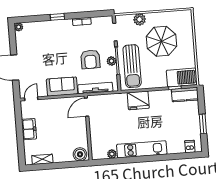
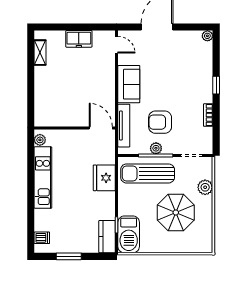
door: (87, 107) -> (101, 128), moved
wall: (88, 128) -> (75, 128), moved
boiler: (80, 154) -> (43, 100), removed

